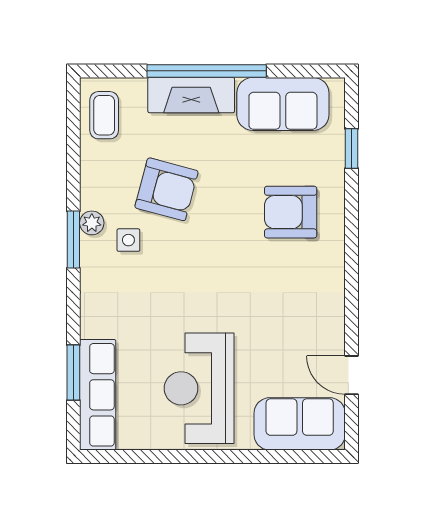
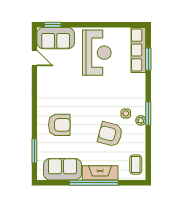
window: (352, 148) -> (34, 151), width x1.50
window: (307, 457) -> (53, 25), added

